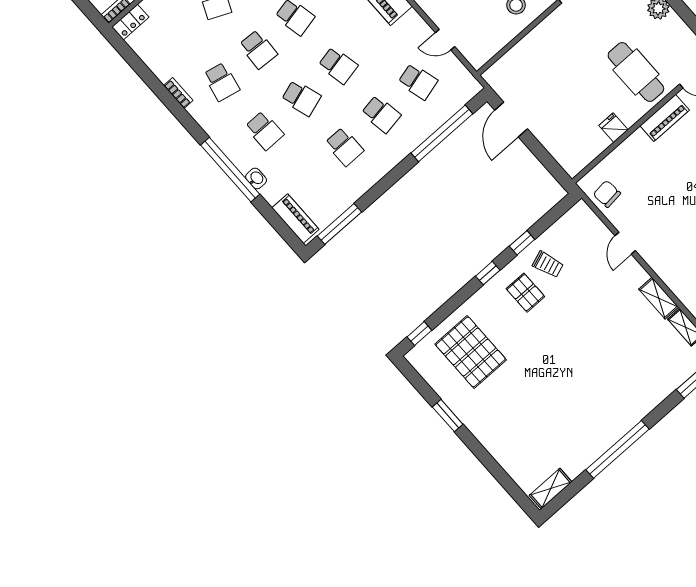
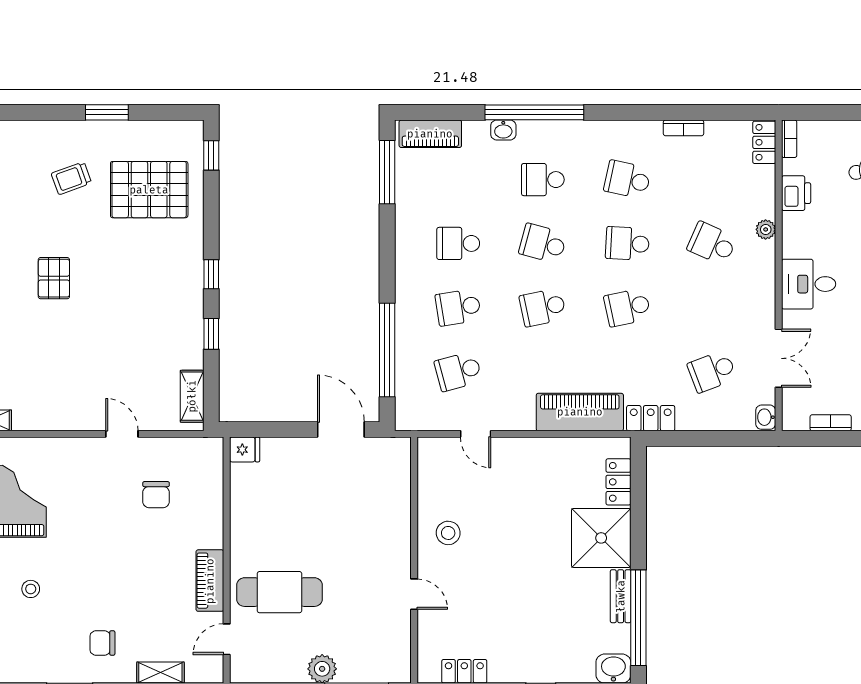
door: (445, 40) -> (476, 434), swing flipped
bookcase: (178, 93) -> (683, 128), moved
school desk: (301, 98) -> (543, 243), turned 33
fridge: (613, 128) -> (245, 450), moved
chair: (607, 194) -> (156, 495), moved, turned 96
trolley: (548, 264) -> (71, 178), moved
pallet: (525, 293) -> (54, 278), moved, turned 90
shelving: (659, 298) -> (192, 396), moved, turned 90

